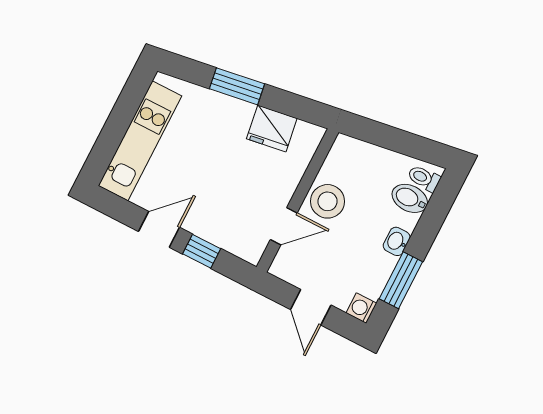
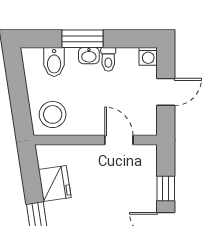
toilet: (424, 178) -> (108, 59), moved
stool: (327, 201) -> (53, 114), moved
window: (401, 280) -> (82, 39), moved

